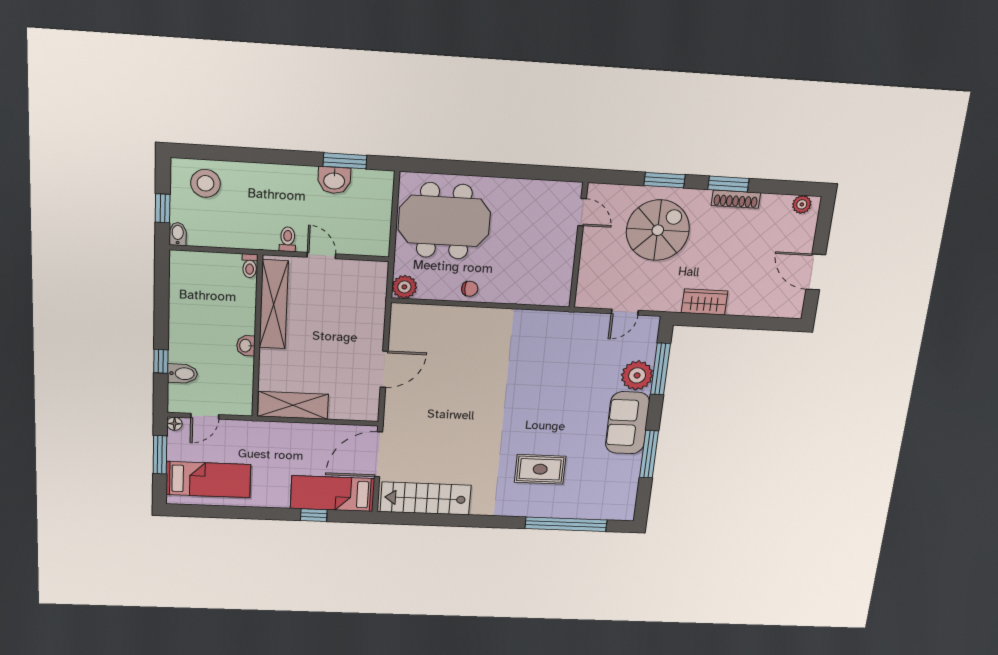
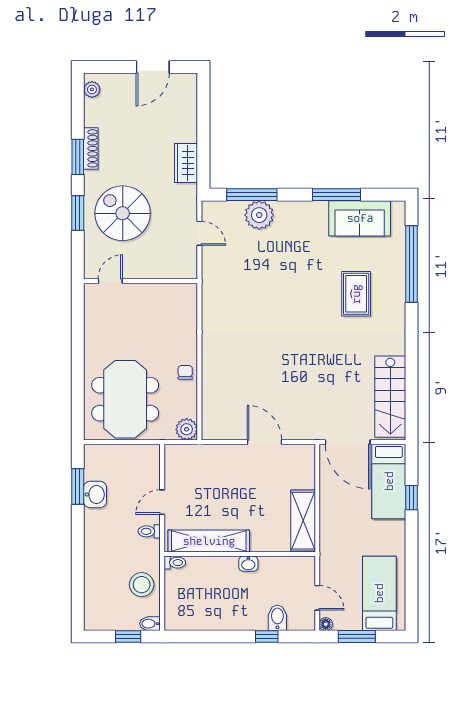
stool: (205, 183) -> (142, 585), moved
sofa: (627, 423) -> (360, 218), moved

